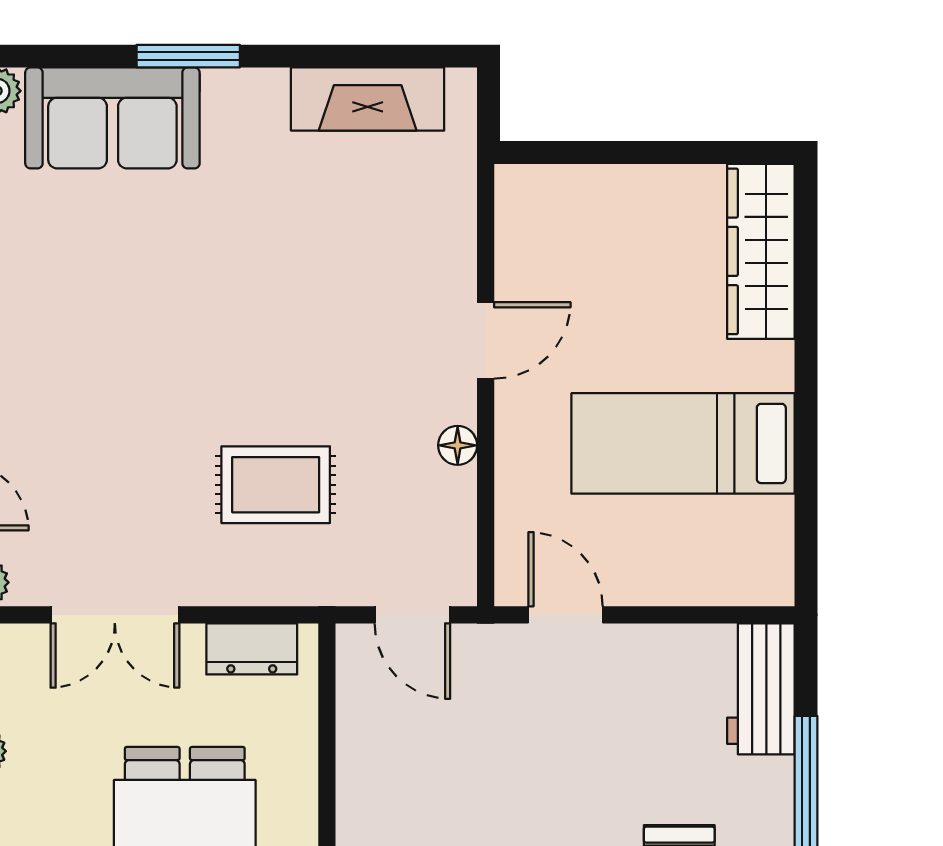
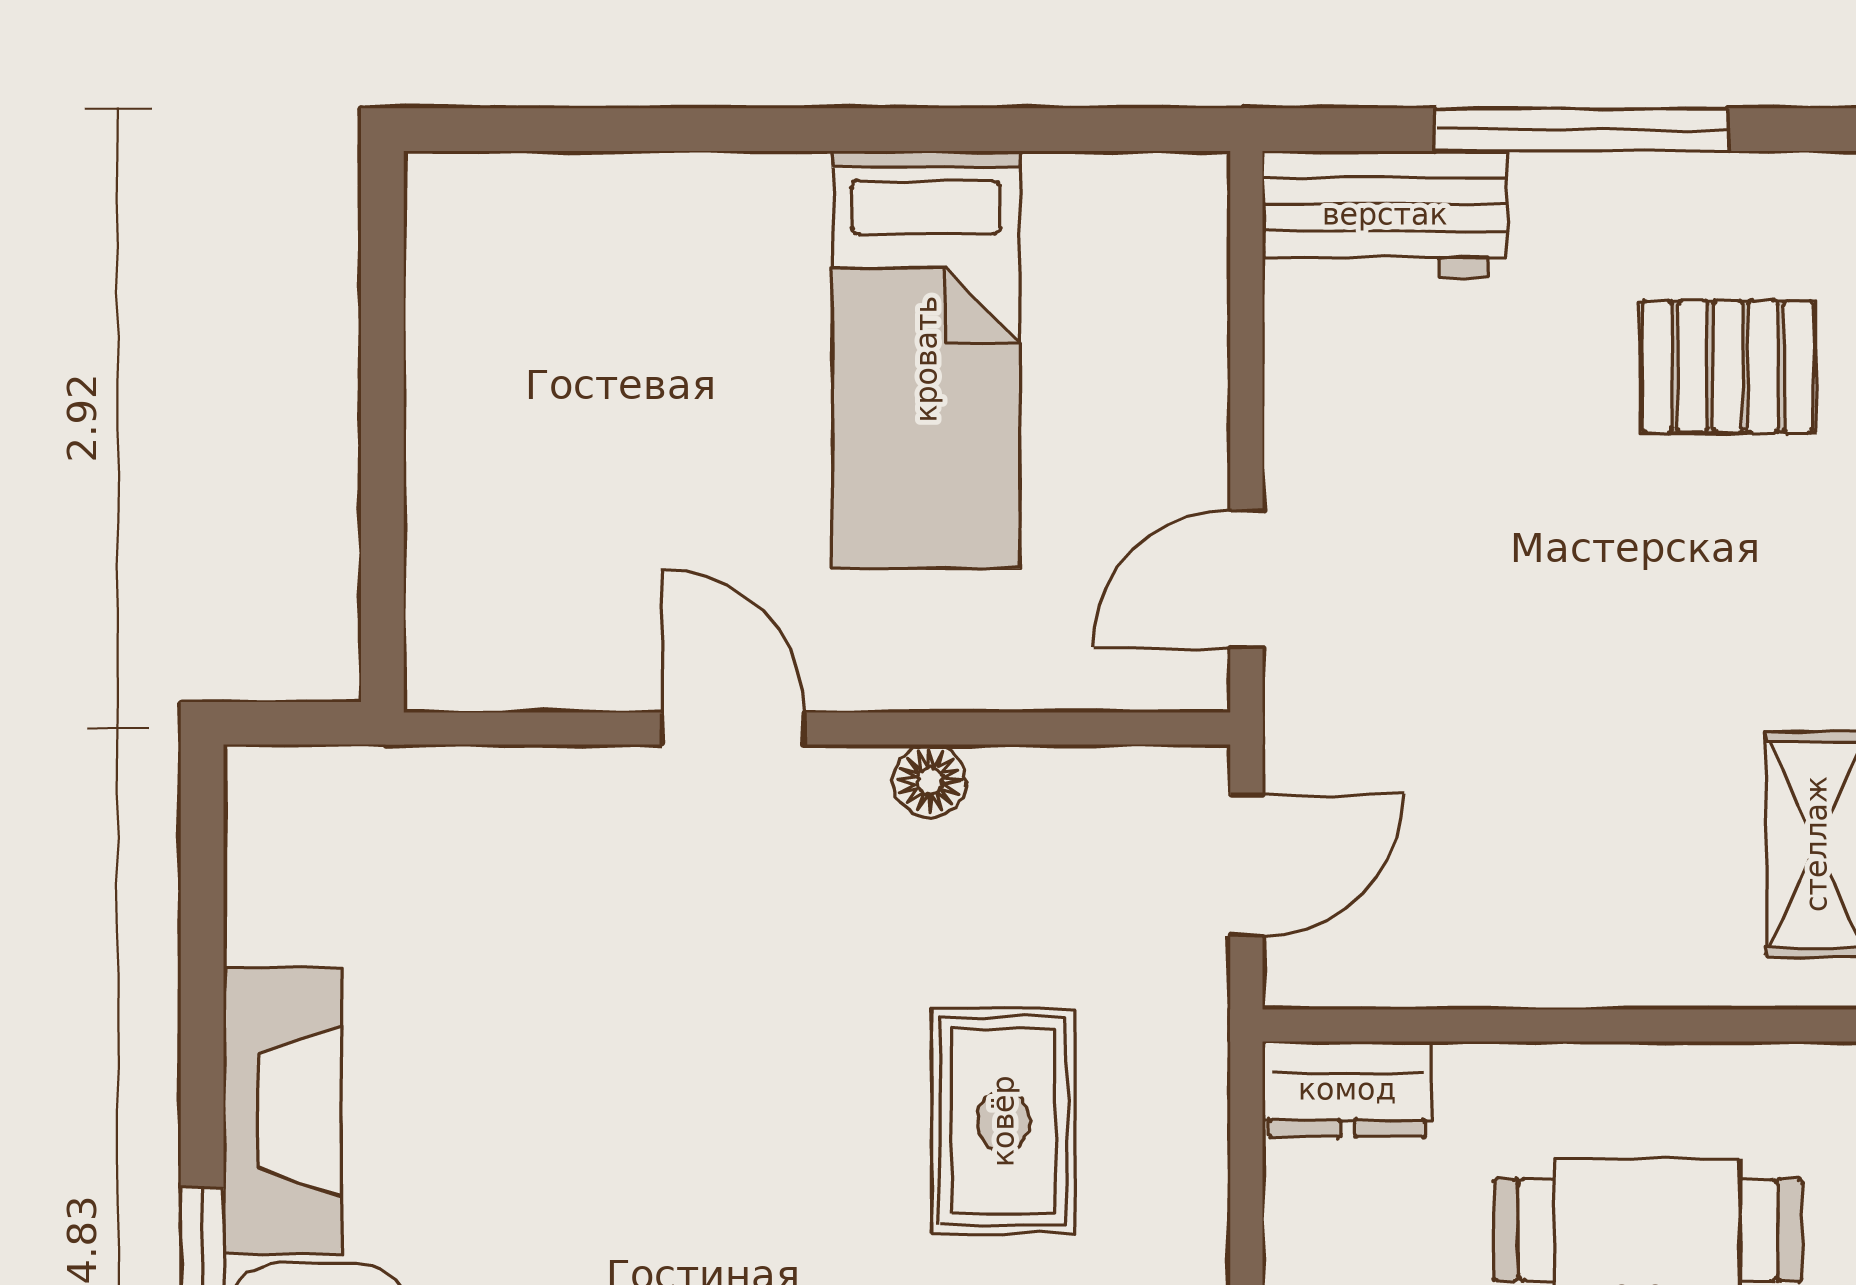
fireplace: (368, 99) -> (282, 1111), moved
wardrobe: (761, 251) -> (567, 214), removed
dresser: (252, 649) -> (1347, 1089), moved, turned 90

